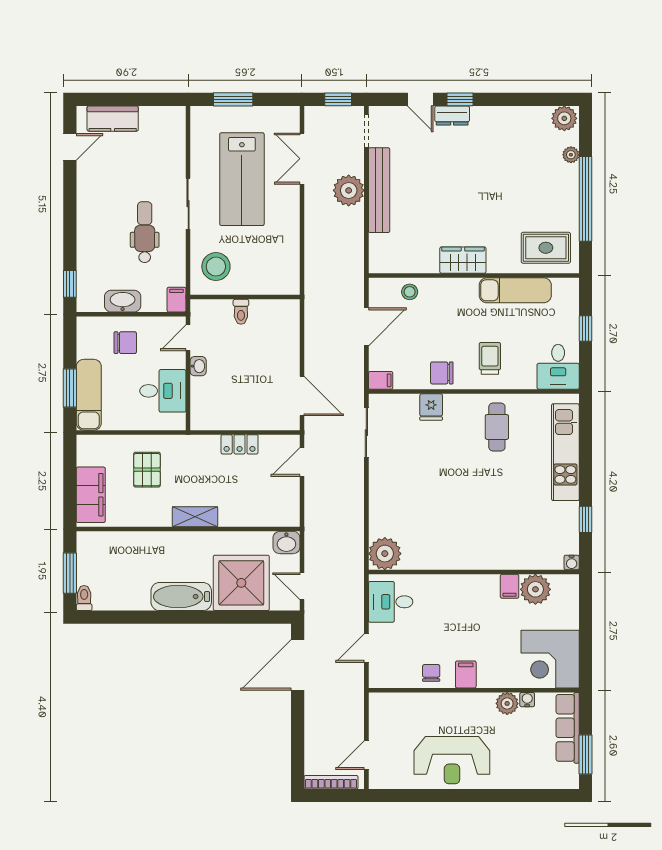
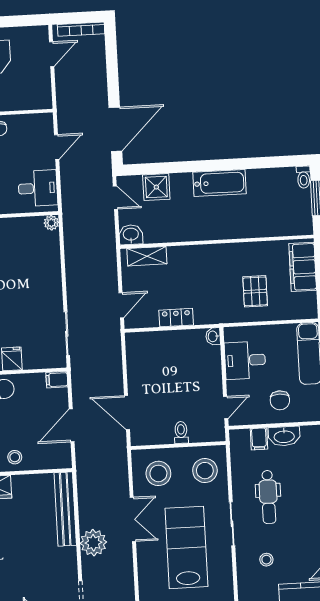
double door: (302, 159) -> (133, 519), moved
stool: (151, 160) -> (266, 560), added
bench: (379, 190) -> (65, 509), moved
stool: (270, 266) -> (158, 473), added
stool: (410, 292) -> (15, 457), moved
filing cabinet: (177, 300) -> (259, 439), moved
chair: (125, 343) -> (280, 400), turned -90
washbasin: (198, 366) -> (213, 336), moved
door: (302, 396) -> (127, 412), moved
shelving: (195, 517) -> (147, 256), moved
plant: (385, 554) -> (51, 223), width x0.53, depth x0.53
shower: (241, 583) -> (156, 187), width x0.54, depth x0.54

